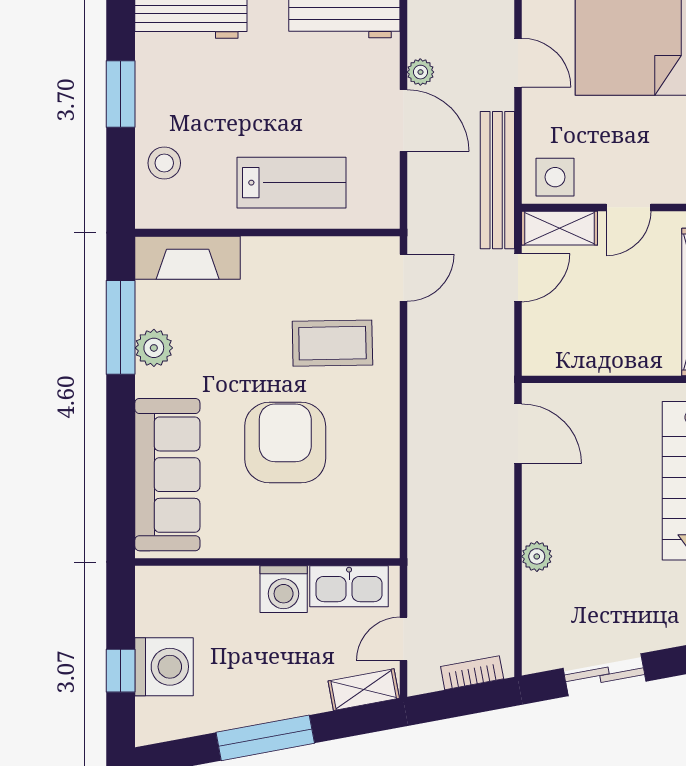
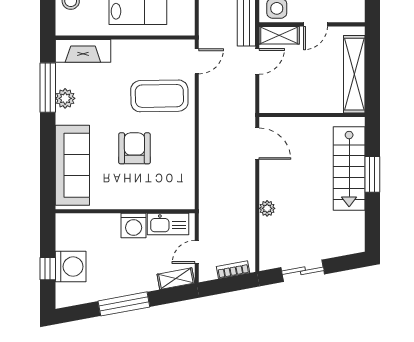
coffee table: (332, 343) -> (159, 96), width x1.36, depth x1.32
armchair: (285, 443) -> (134, 148), width x0.73, depth x0.73

